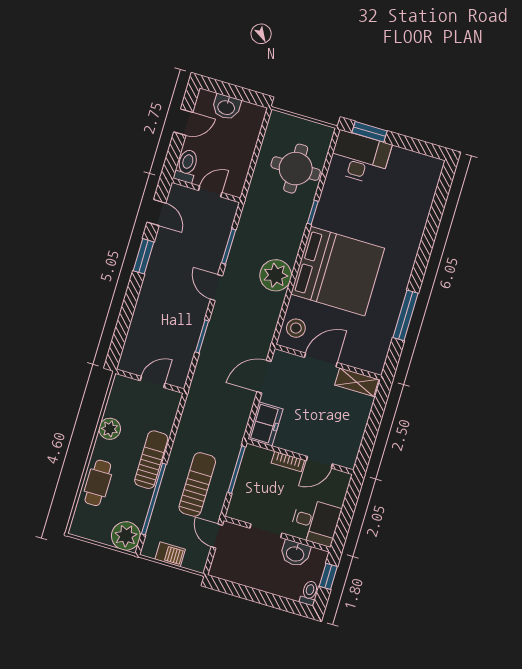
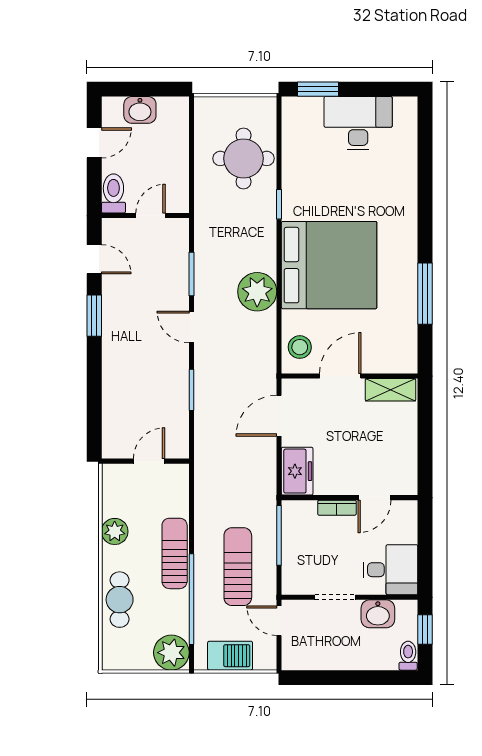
desk: (360, 158) -> (358, 123), moved
barbecue: (170, 554) -> (230, 656), width x1.38, depth x1.27

